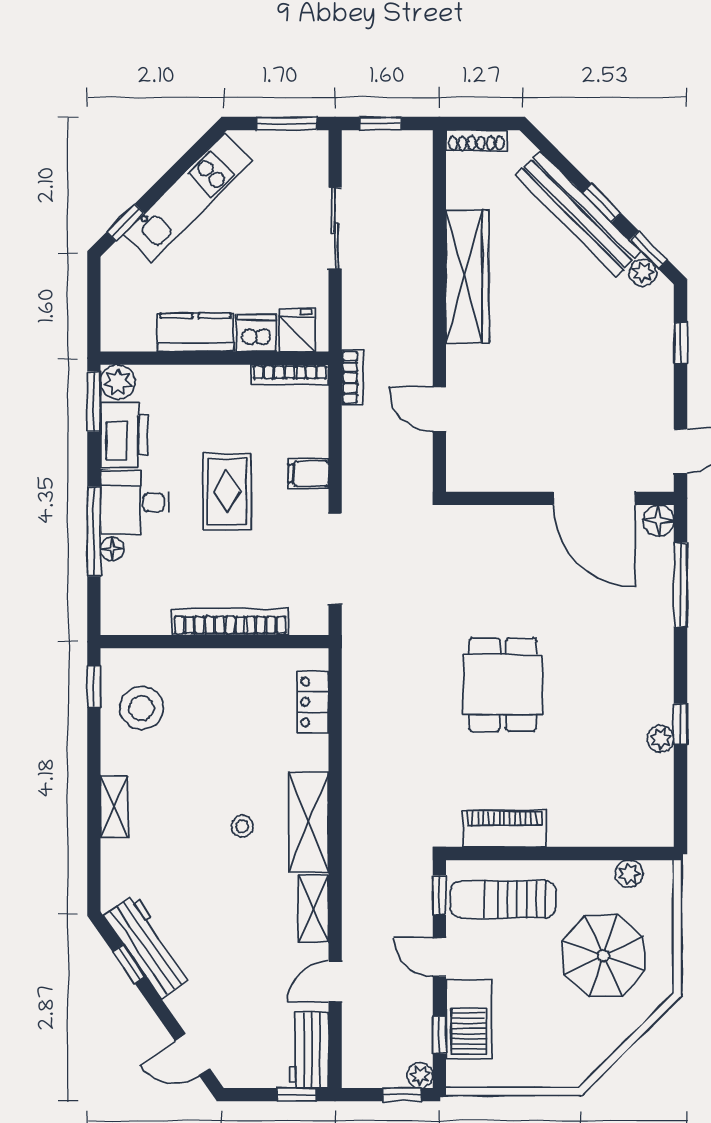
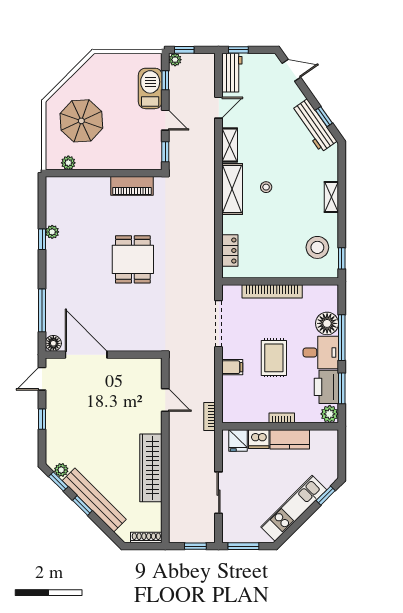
window: (681, 343) -> (42, 419), moved
bookcase: (290, 375) -> (282, 418), moved, width x0.64
window: (94, 402) -> (342, 388), moved
floor lamp: (112, 549) -> (327, 323), width x1.89, depth x1.89
sun lounger: (503, 899) -> (133, 150), removed

